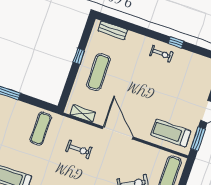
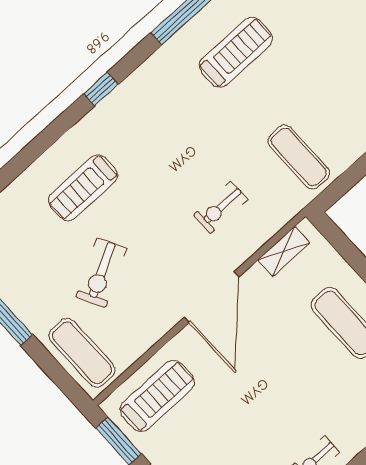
door: (118, 133) -> (212, 297), hinge flipped

